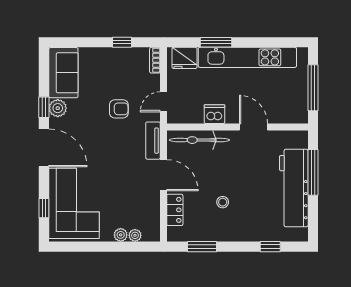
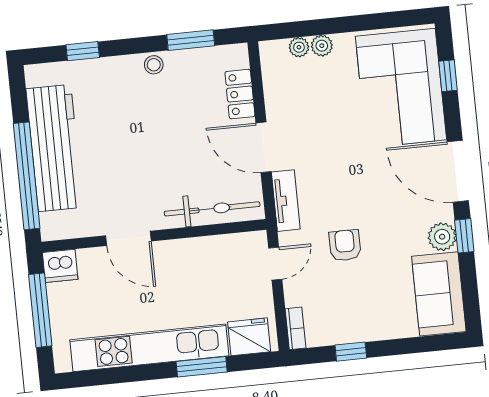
armchair: (119, 109) -> (345, 245), turned 90
dishwasher: (214, 114) -> (60, 266), moved
window: (313, 172) -> (27, 176), width x1.46
stool: (223, 202) -> (154, 65), moved

